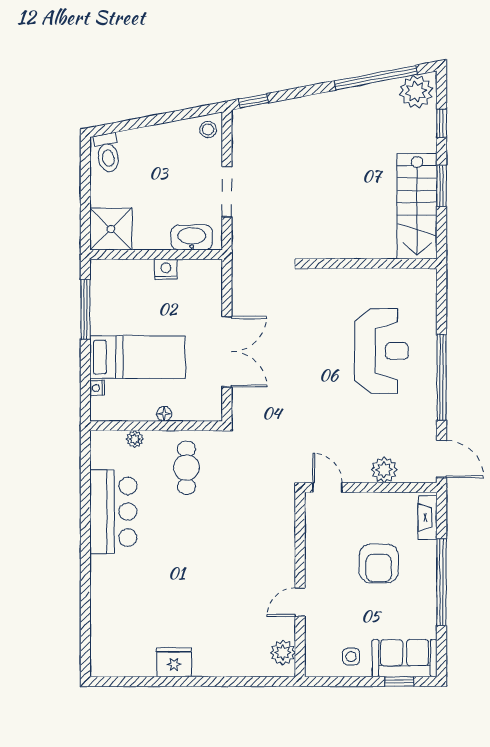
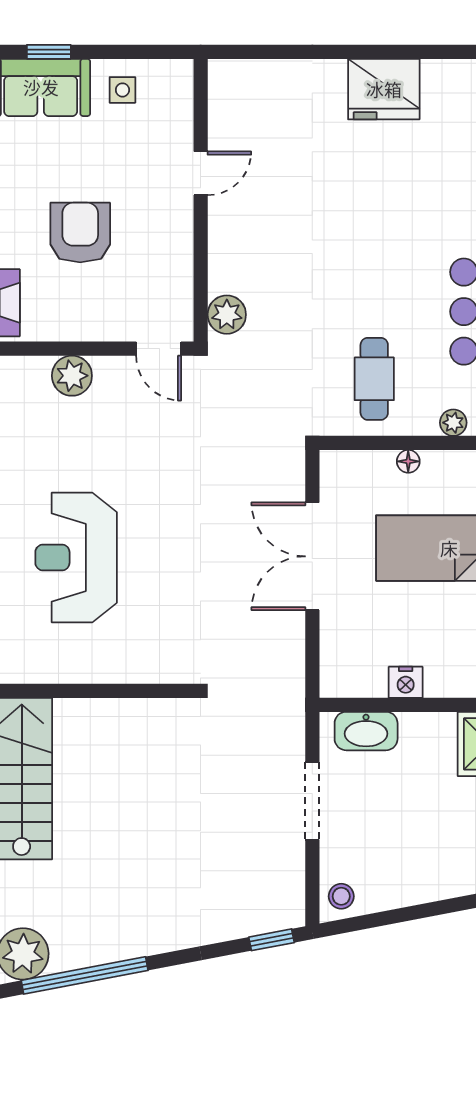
plant: (283, 653) -> (227, 315), moved
fridge: (174, 662) -> (384, 89), width x1.36, depth x1.34

